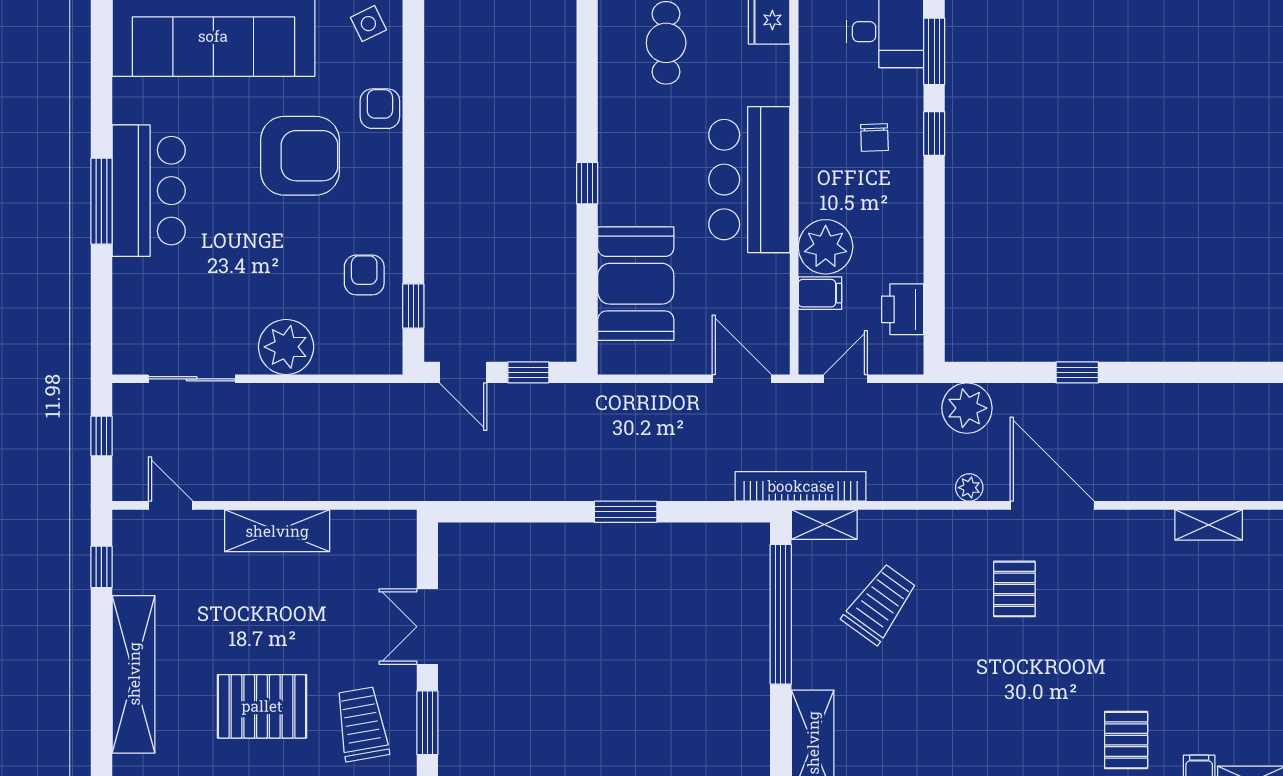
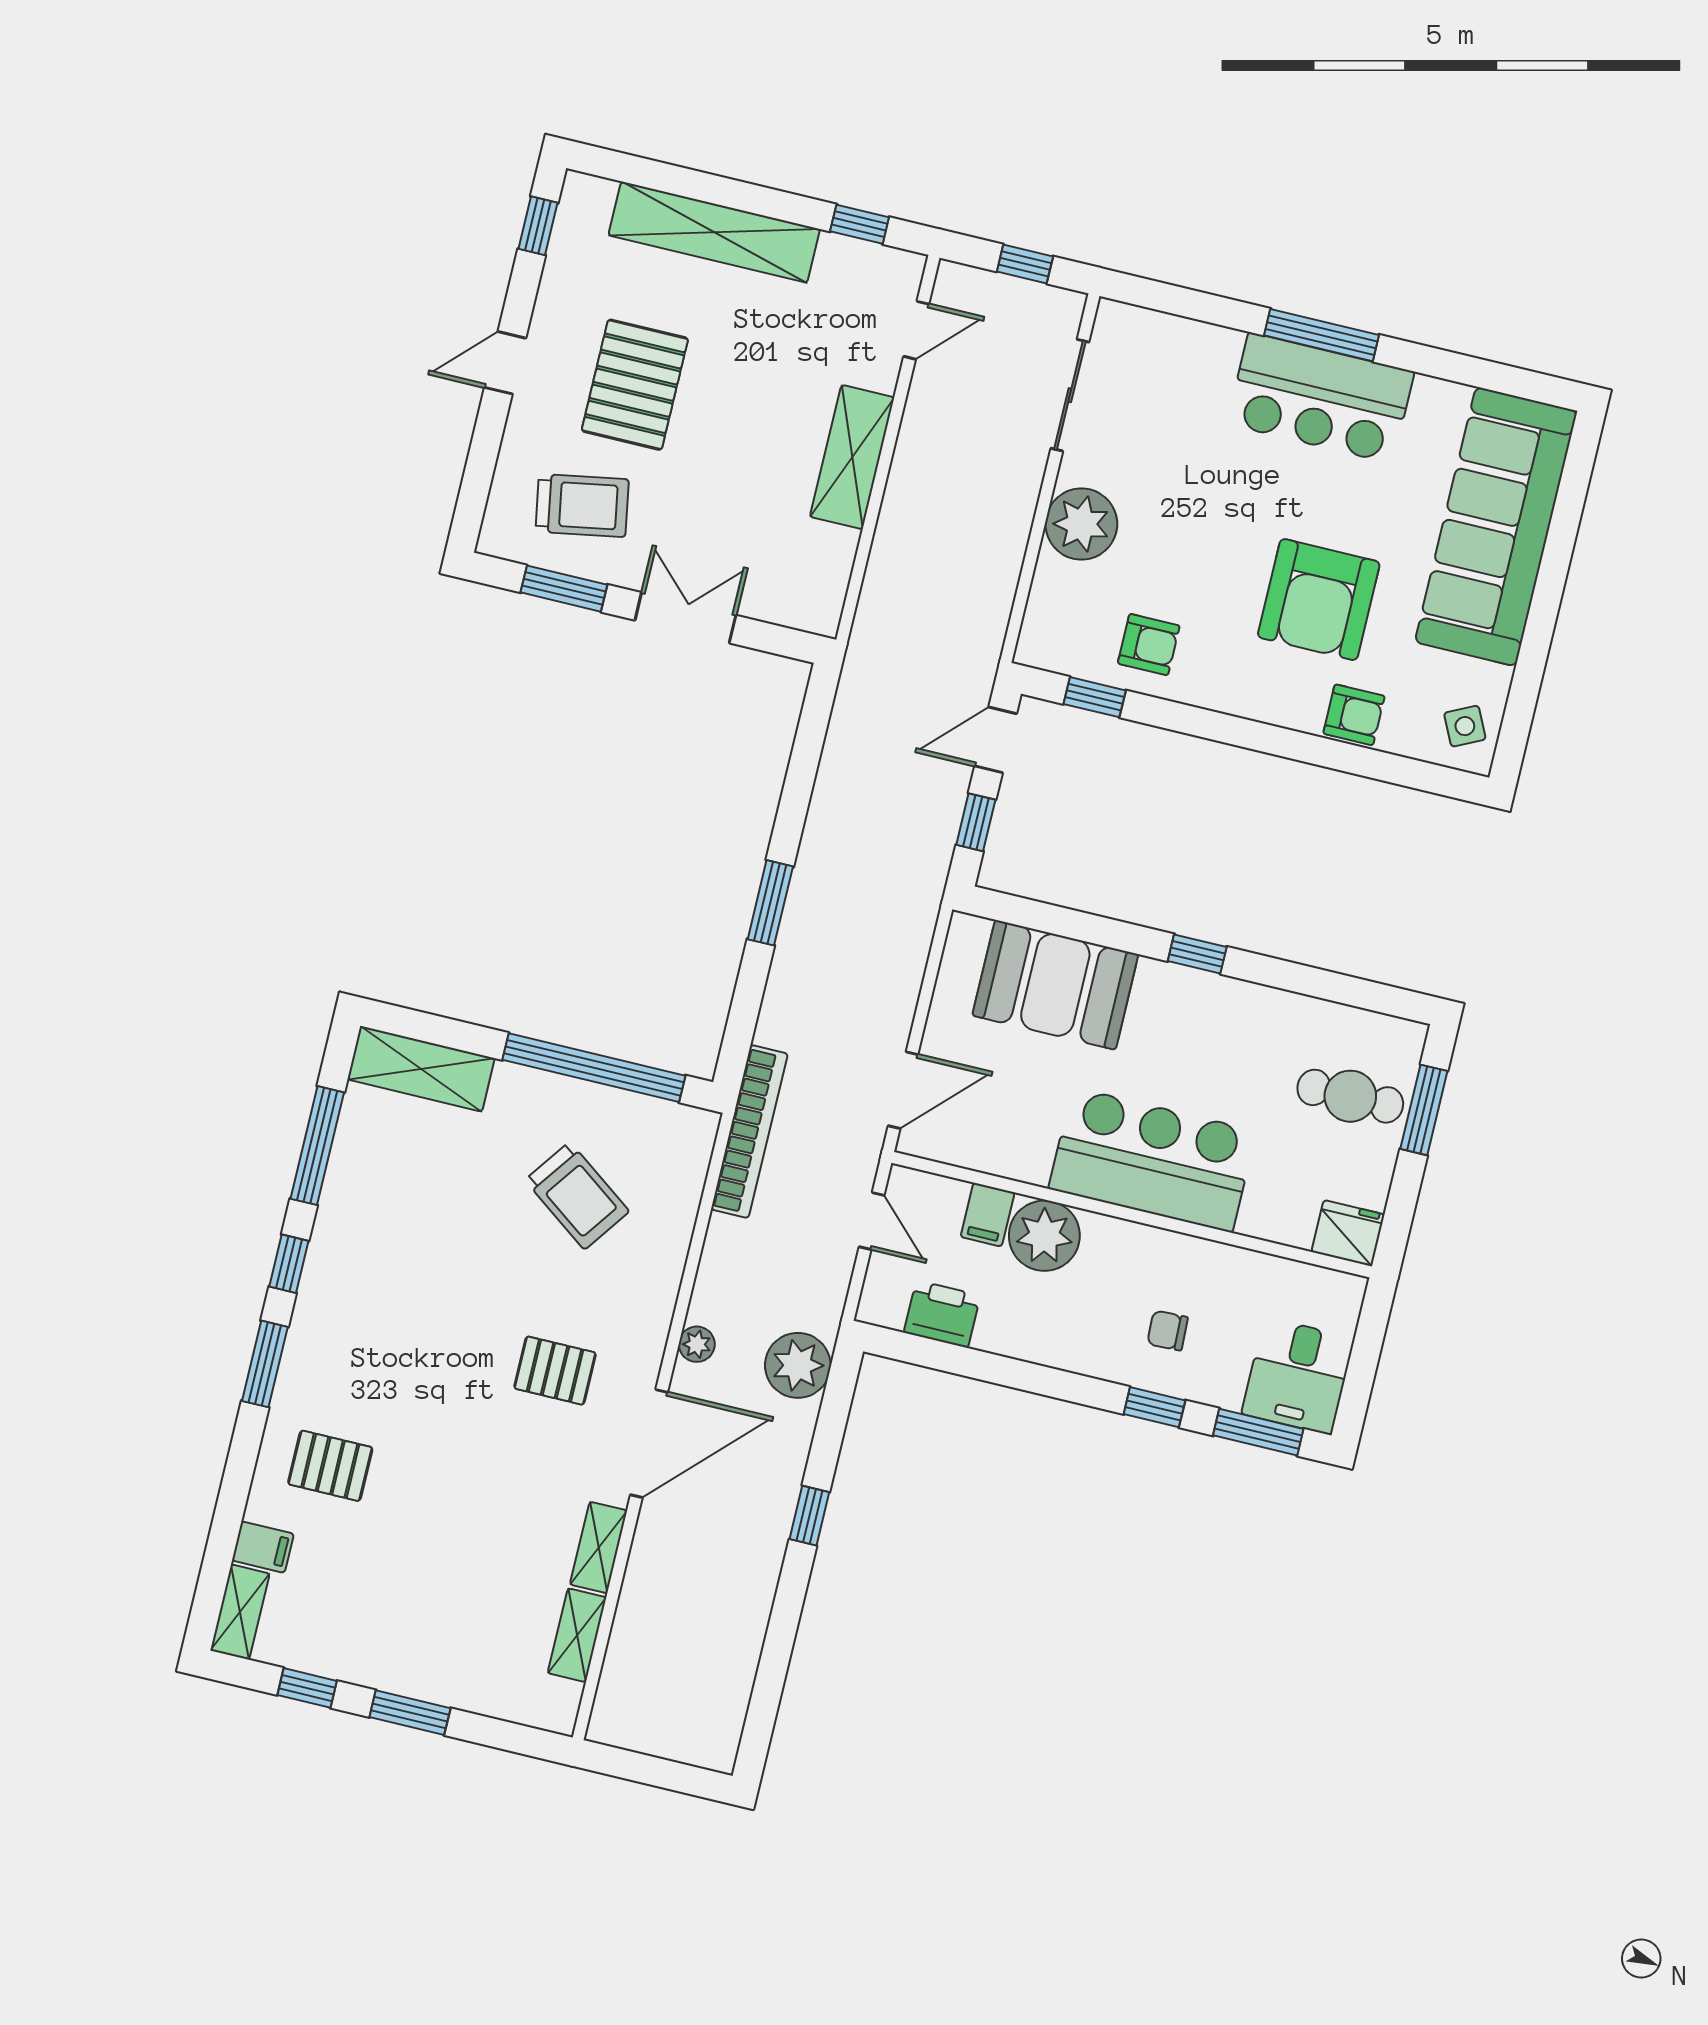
shelving: (824, 524) -> (599, 1548), moved

